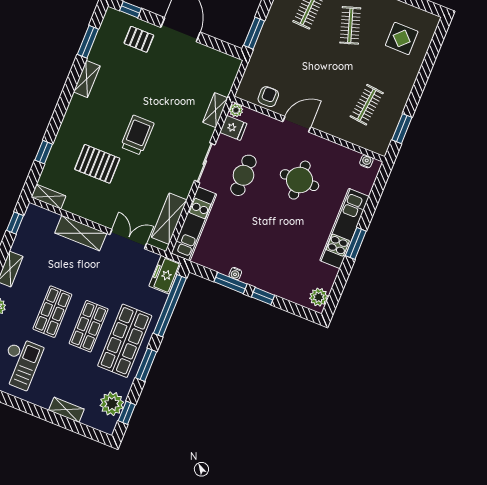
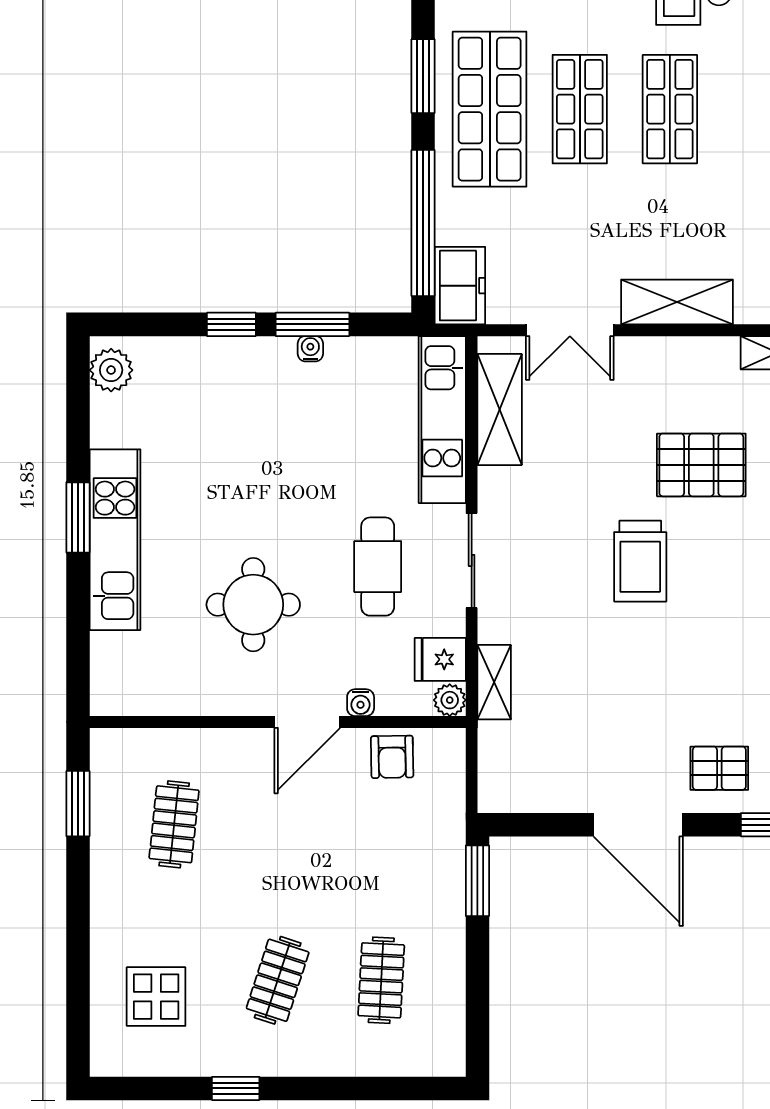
clothes rail: (350, 25) -> (278, 980), turned 36
water cooler: (366, 161) -> (361, 703), moved

